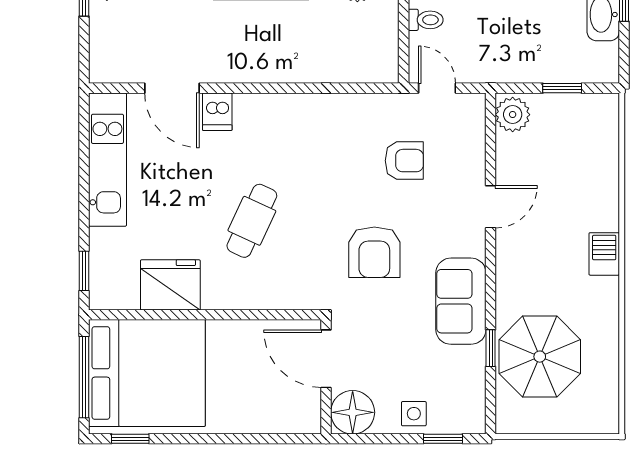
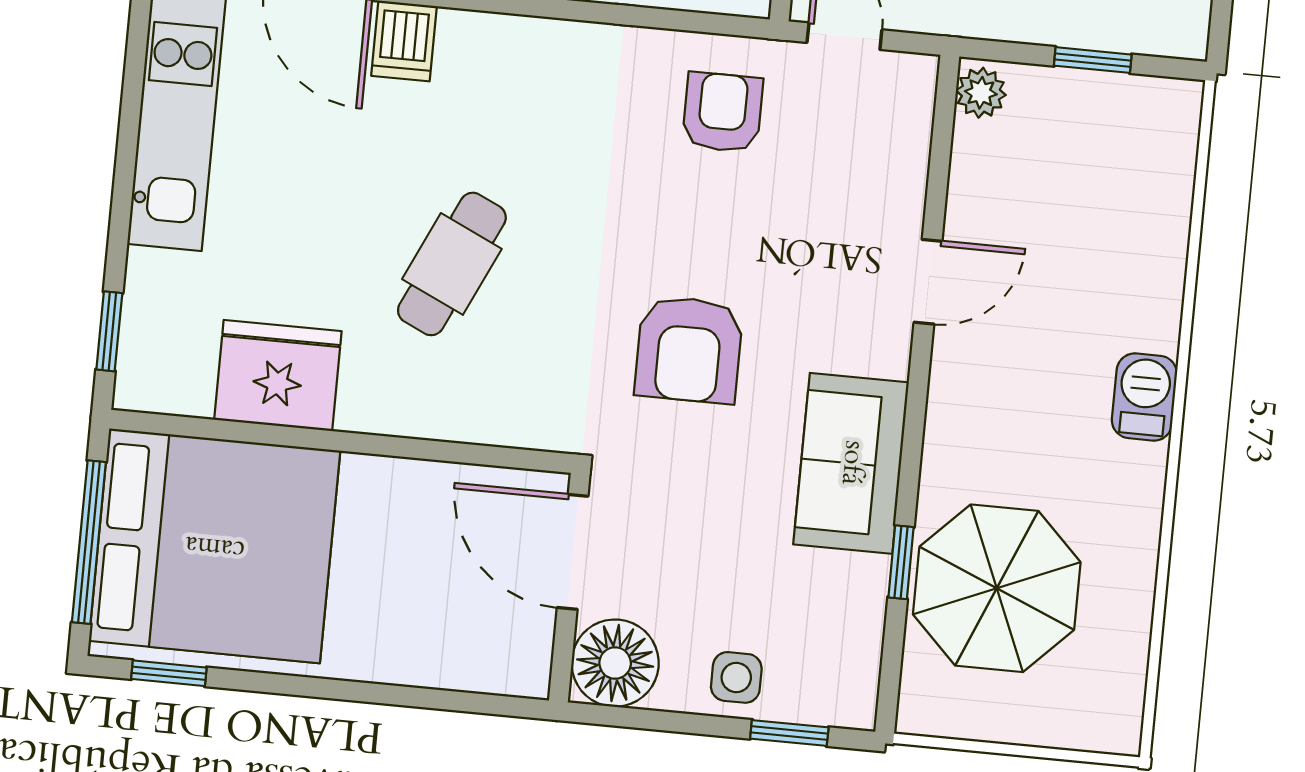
plant: (513, 115) -> (981, 93), width x0.73, depth x0.73
armchair: (404, 161) -> (722, 112), moved, turned -90

